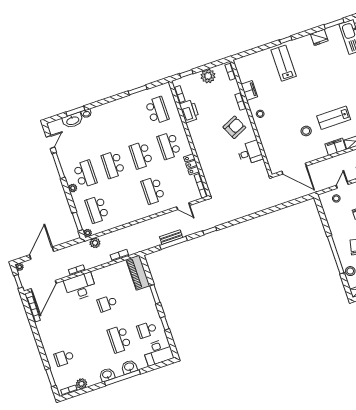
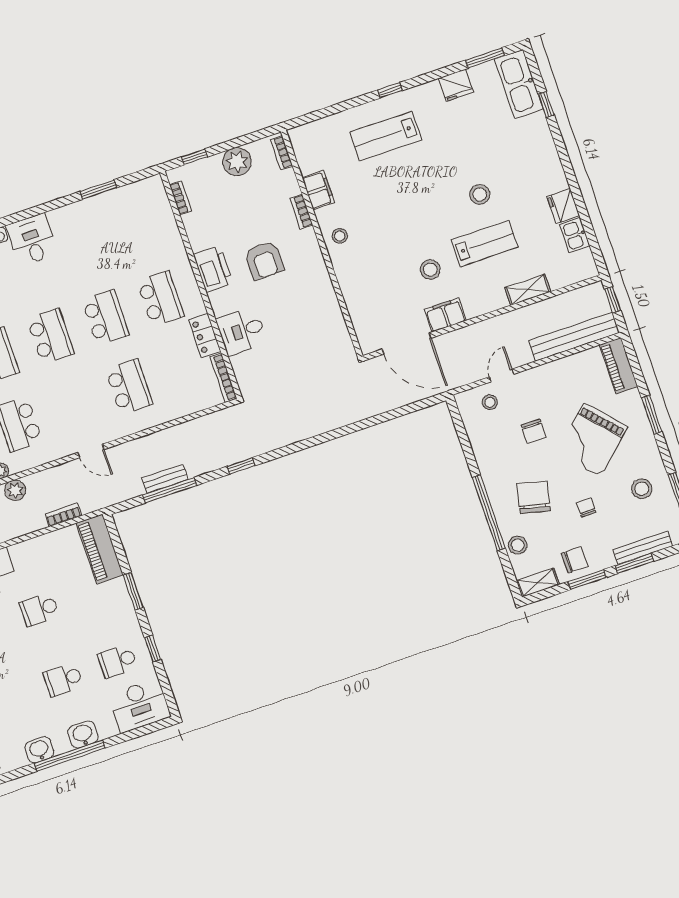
lab bench: (284, 63) -> (386, 136), turned -90
stool: (331, 93) -> (480, 194), added
school desk: (157, 110) -> (137, 229), removed
printer: (189, 111) -> (213, 269), moved
desk: (104, 116) -> (32, 240), added
lab bench: (334, 118) -> (484, 244), turned 180
armchair: (234, 127) -> (264, 260), moved, turned 115
school desk: (169, 146) -> (160, 299), turned 180
filing cabinet: (335, 147) -> (445, 315), moved
desk: (250, 153) -> (242, 331), moved, turned 180
school desk: (141, 155) -> (105, 317), turned 180
school desk: (113, 165) -> (50, 336), turned 180
school desk: (153, 190) -> (129, 387), turned 180
door: (183, 206) -> (91, 451), moved
school desk: (119, 339) -> (63, 680), width x0.54

